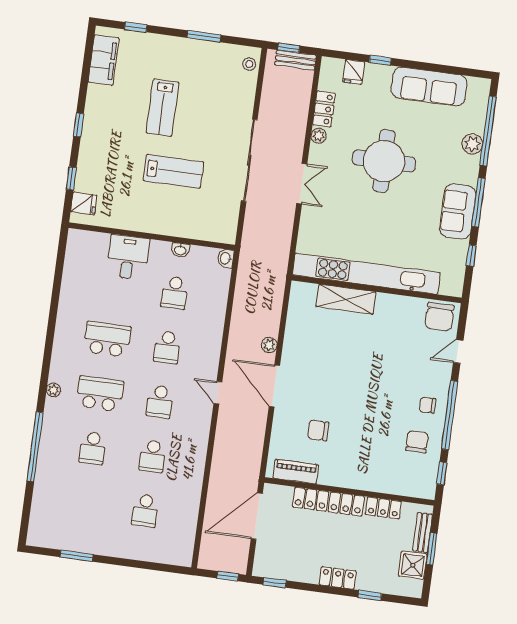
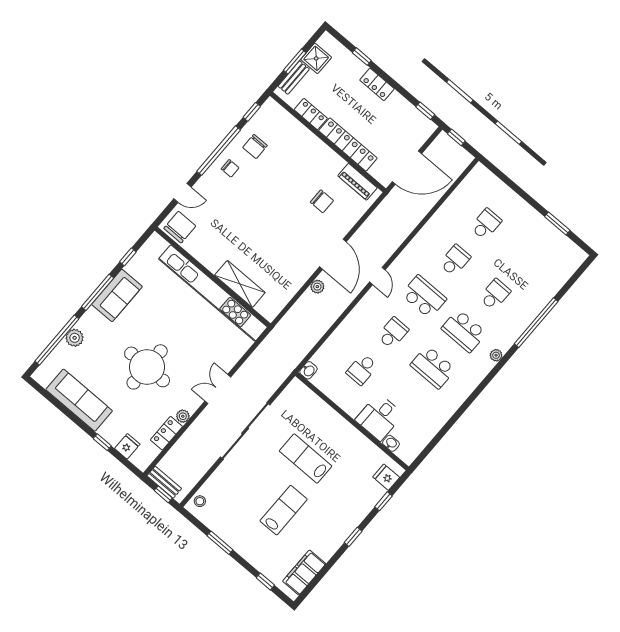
washbasin: (180, 250) -> (391, 443), moved
school desk: (175, 293) -> (362, 369), turned 180
school desk: (160, 402) -> (424, 297), width x1.85

